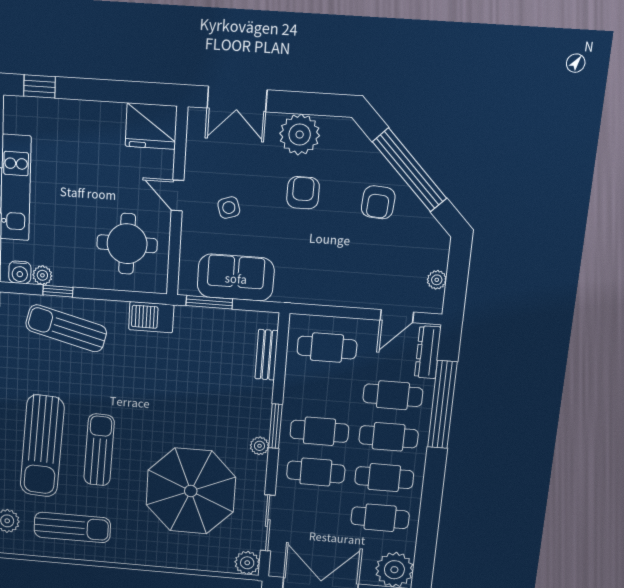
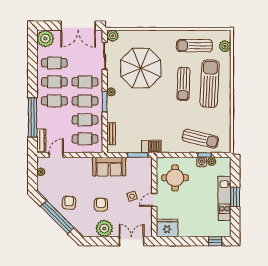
armchair: (303, 193) -> (101, 205), turned 180
door: (177, 196) -> (154, 200), swing flipped
water cooler: (20, 272) -> (202, 162), moved
sofa: (236, 278) -> (109, 167), moved
barbecue: (151, 317) -> (151, 146), moved
cafe table: (393, 395) -> (85, 120), moved

